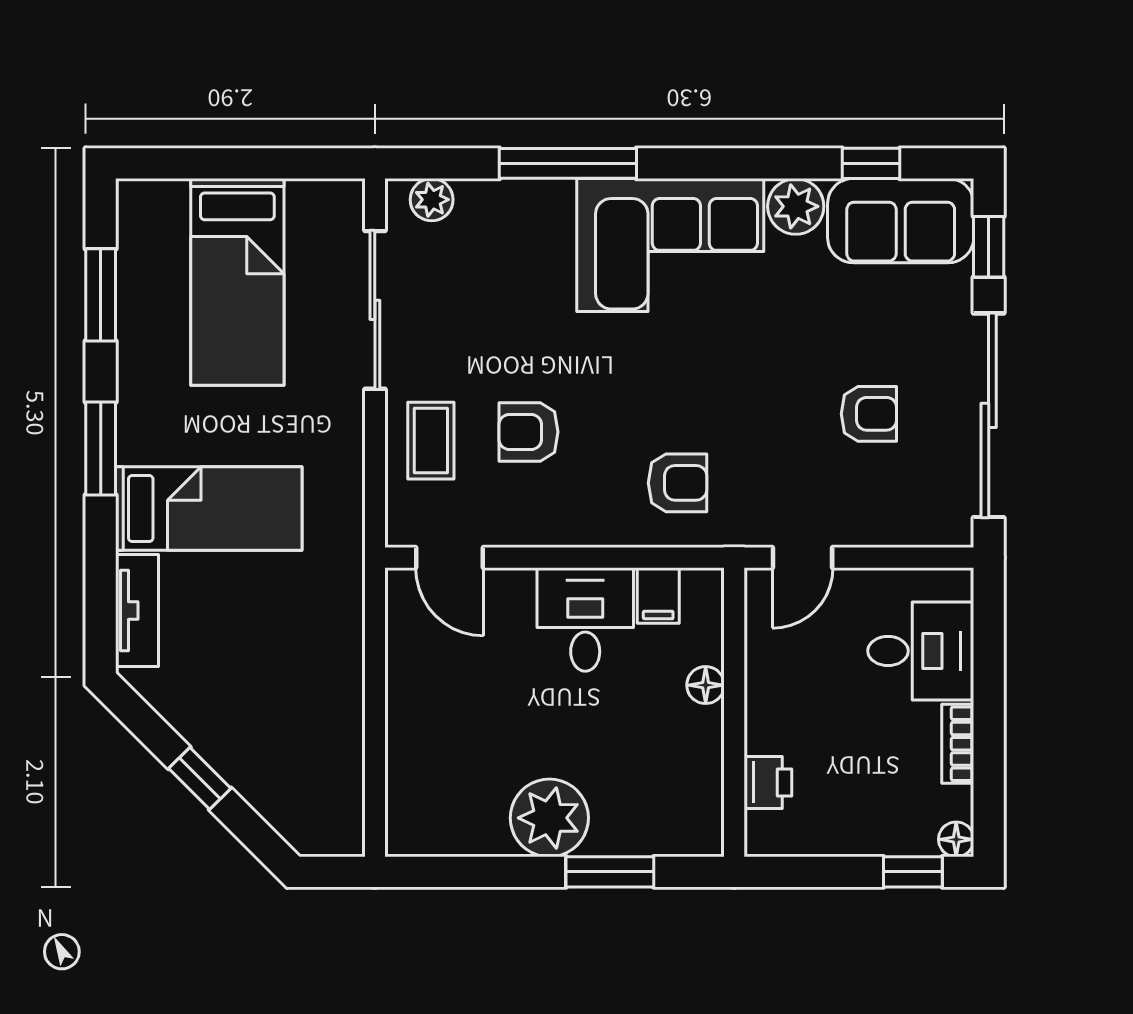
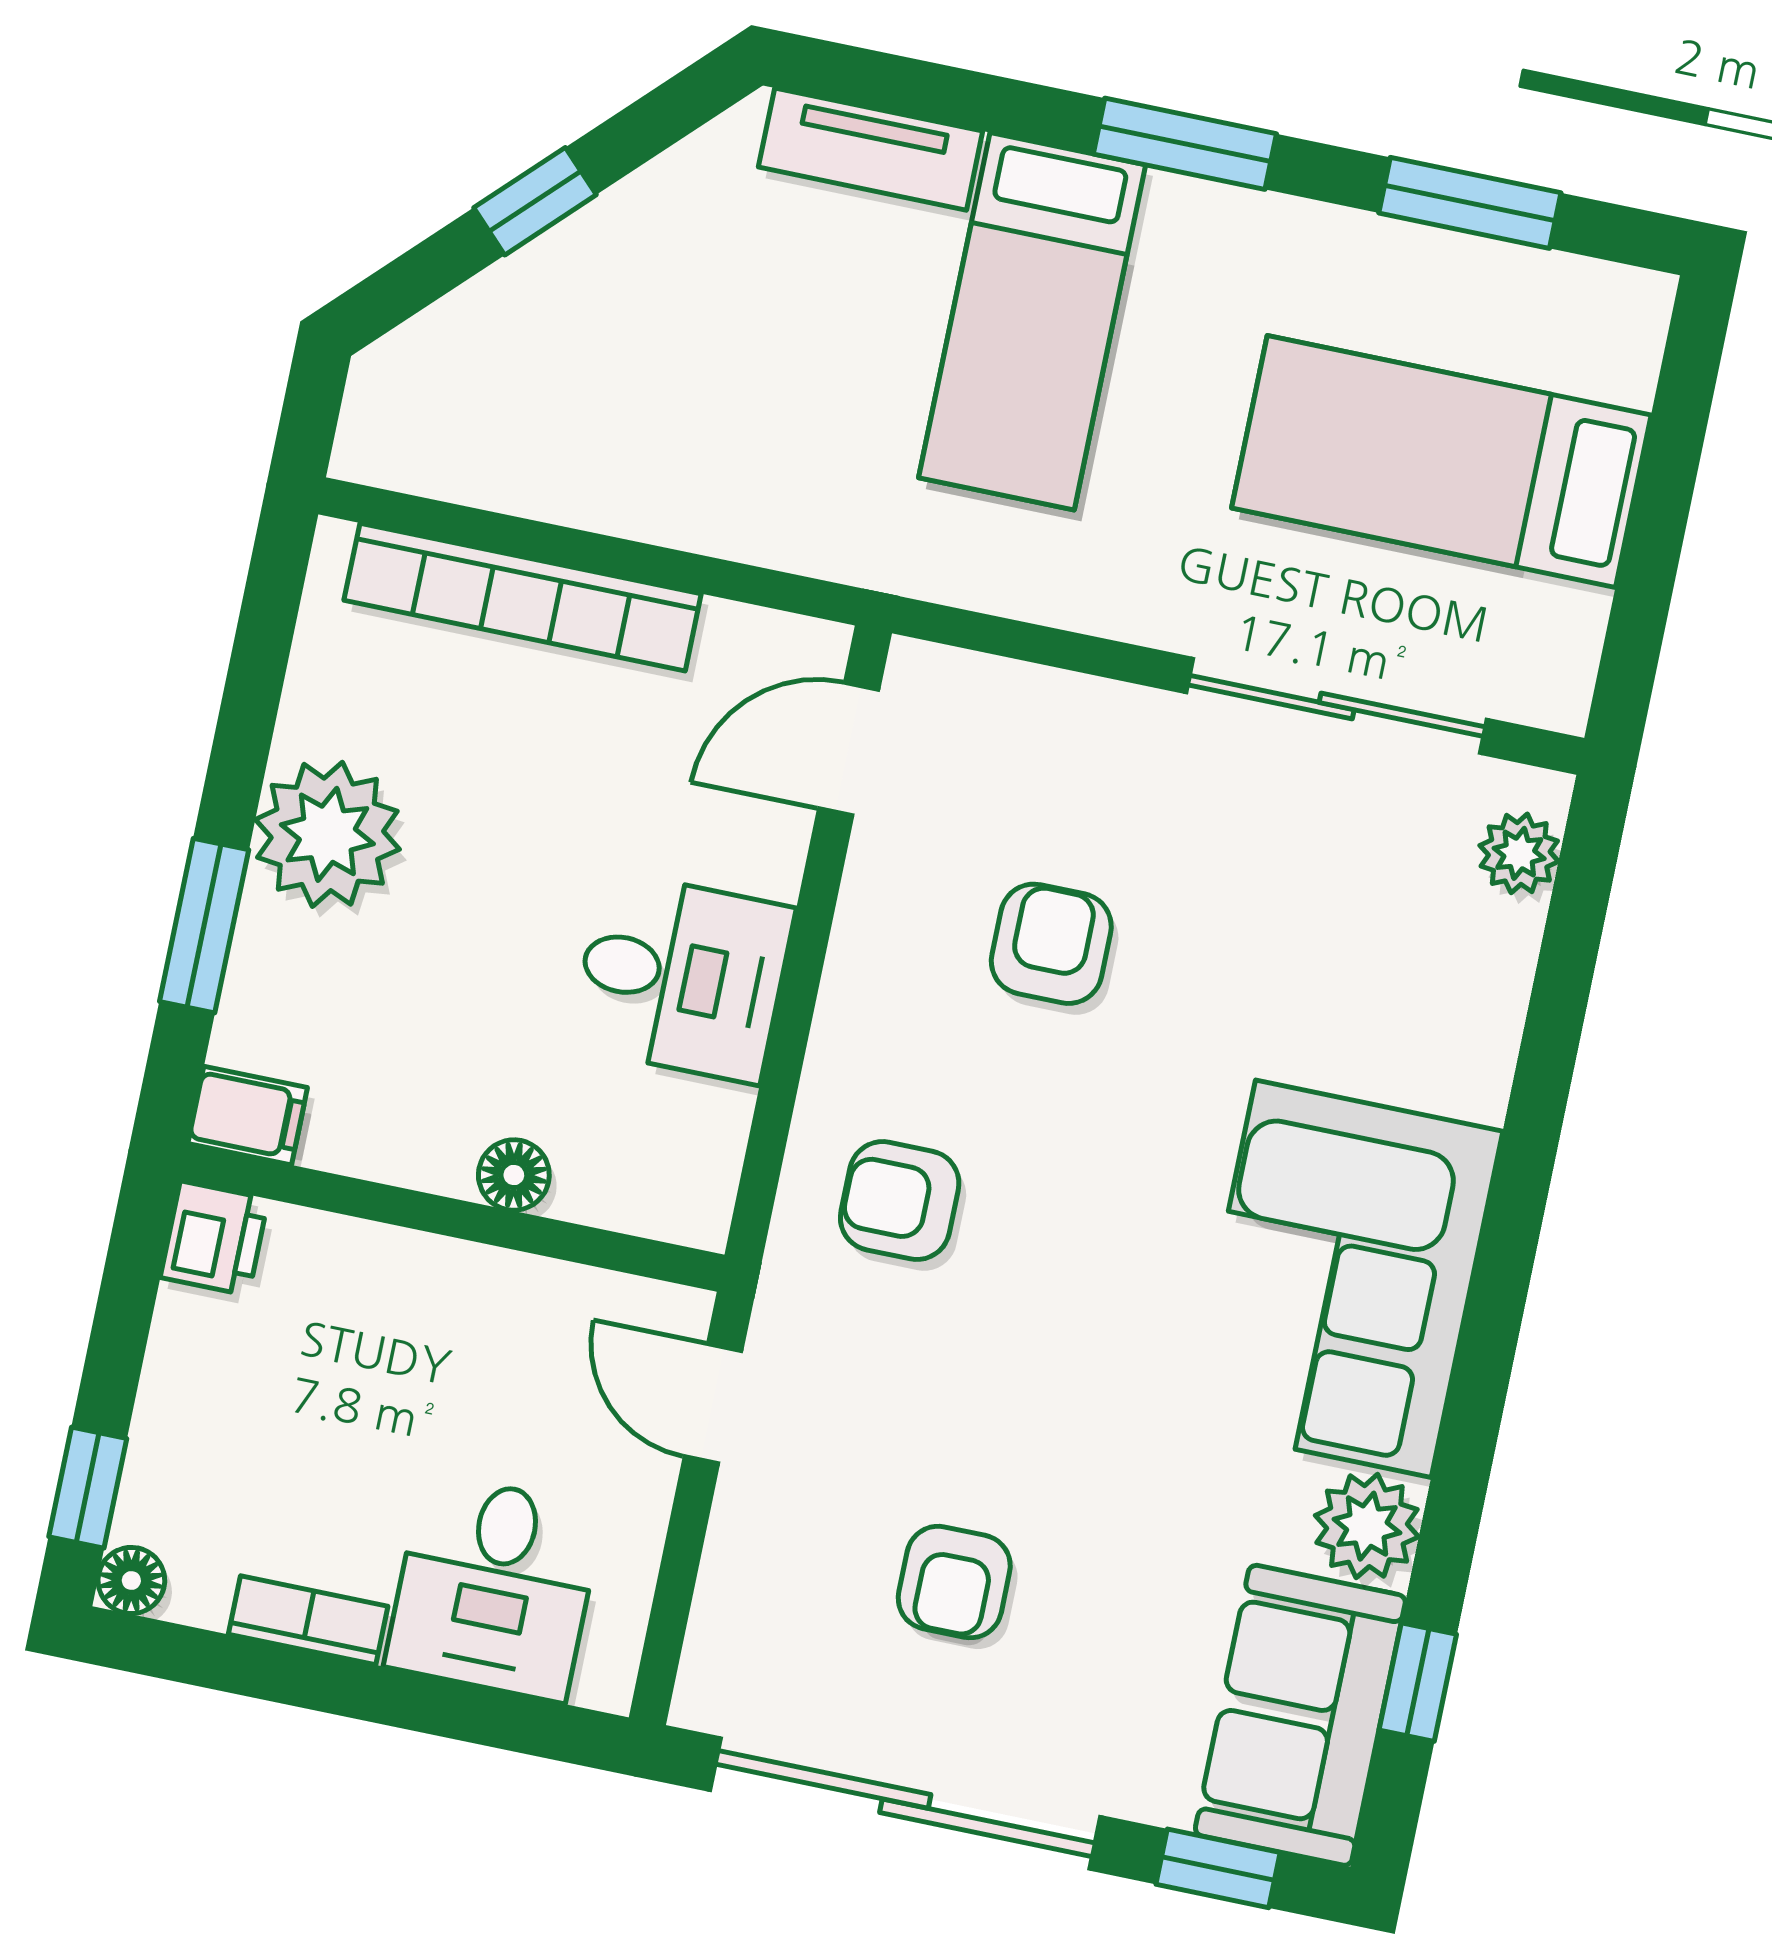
window: (568, 163) -> (1534, 1120), removed
coffee table: (431, 441) -> (1073, 759), removed
armchair: (677, 483) -> (900, 1201), turned 90
filing cabinet: (658, 595) -> (248, 1116), moved, turned 180
bookcase: (406, 742) -> (523, 597), added
printer: (768, 782) -> (214, 1238), moved, turned -90

